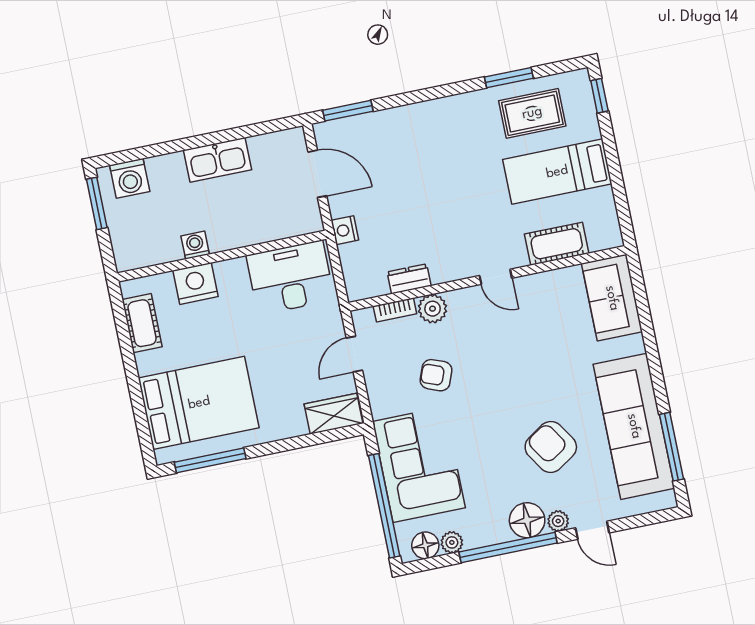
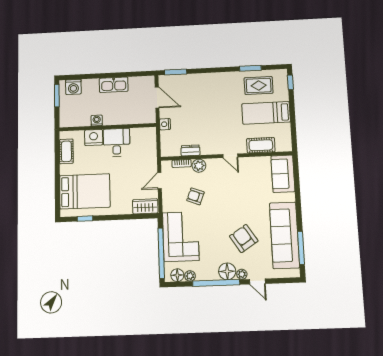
desk: (290, 278) -> (117, 142), moved, width x0.73
window: (210, 460) -> (85, 219), width x0.46

